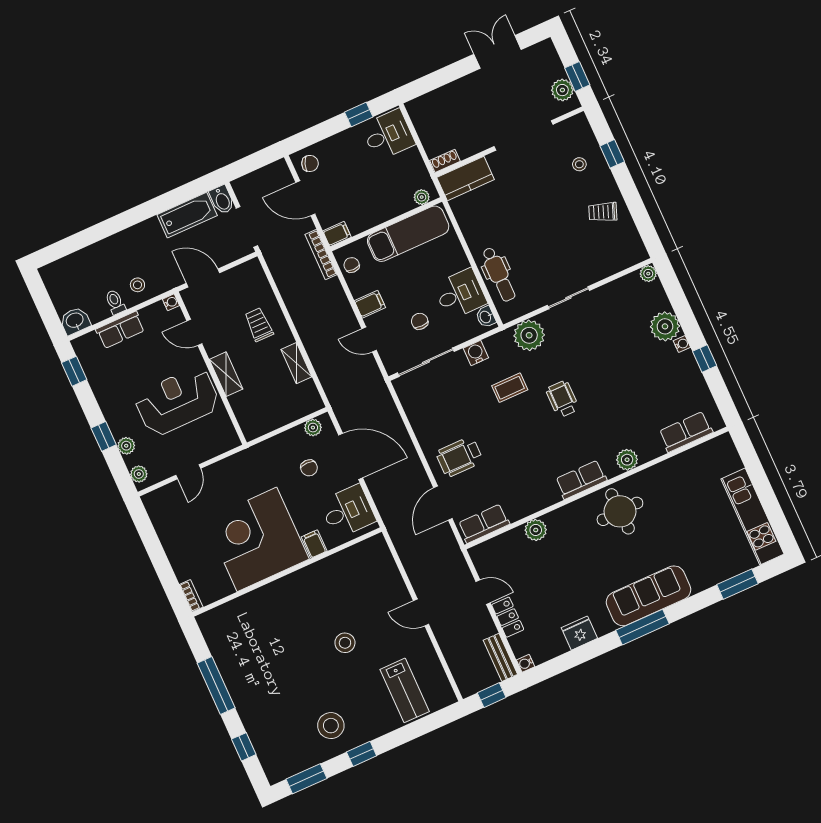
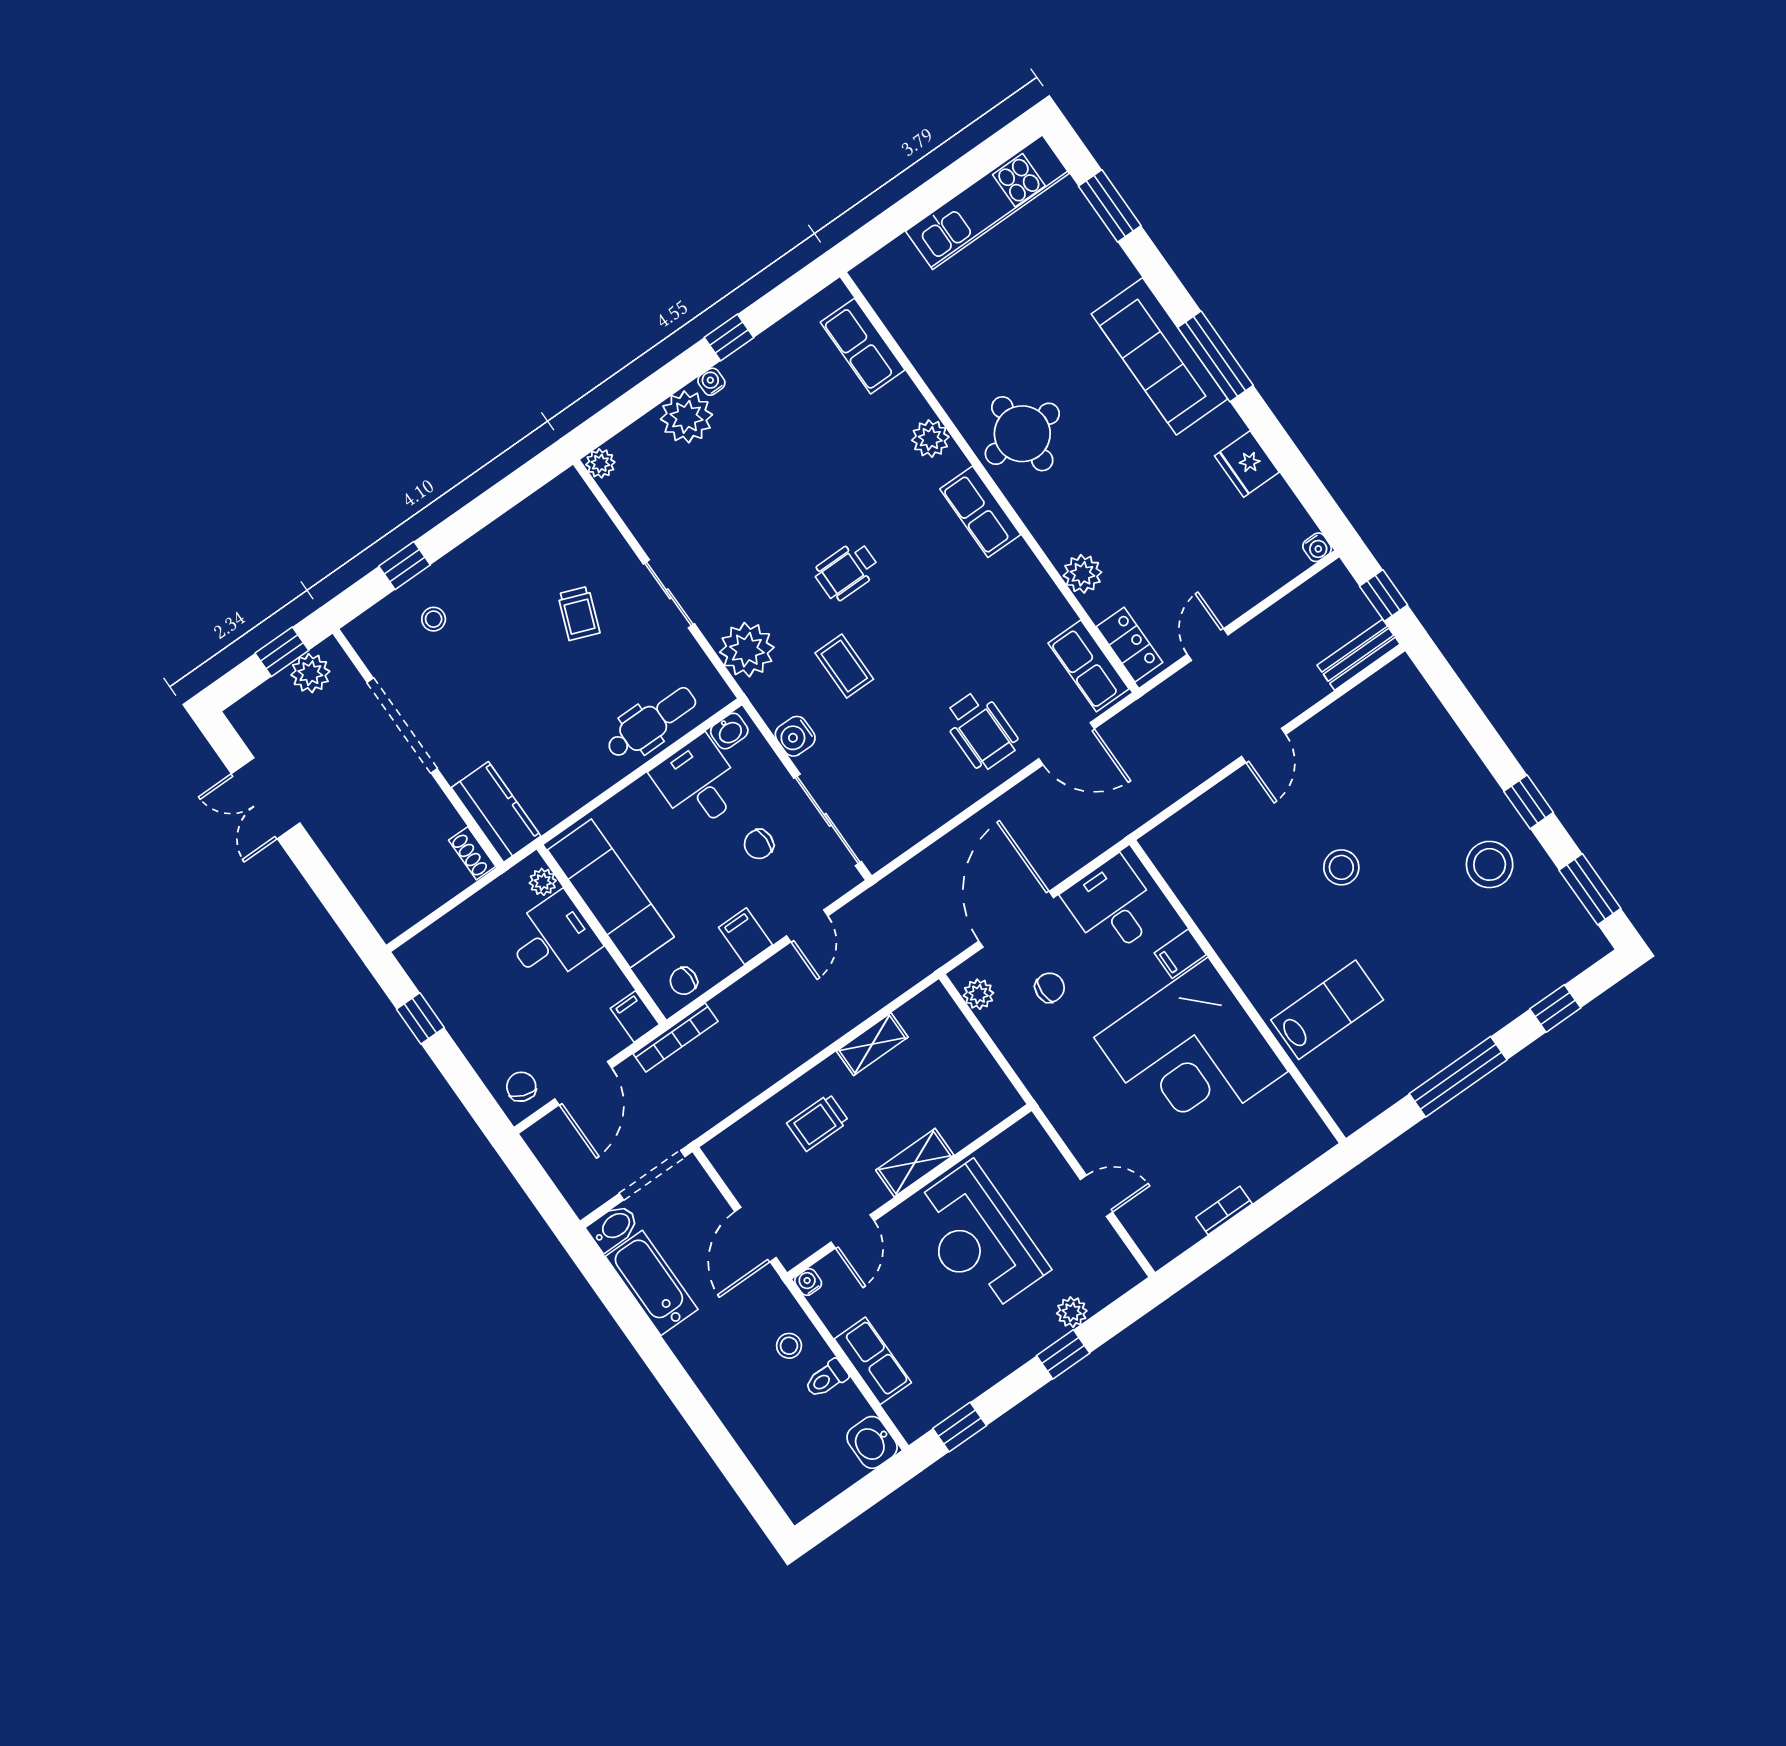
desk: (388, 135) -> (552, 939), moved, turned 90
trolley: (603, 212) -> (579, 613), moved
plant: (139, 474) -> (1117, 1281), removed
bookcase: (191, 596) -> (1224, 1211), moved
locker: (508, 617) -> (1129, 645), moved, turned 90
bench: (500, 657) -> (1359, 655), moved
lab bench: (405, 690) -> (1327, 1010), moved

